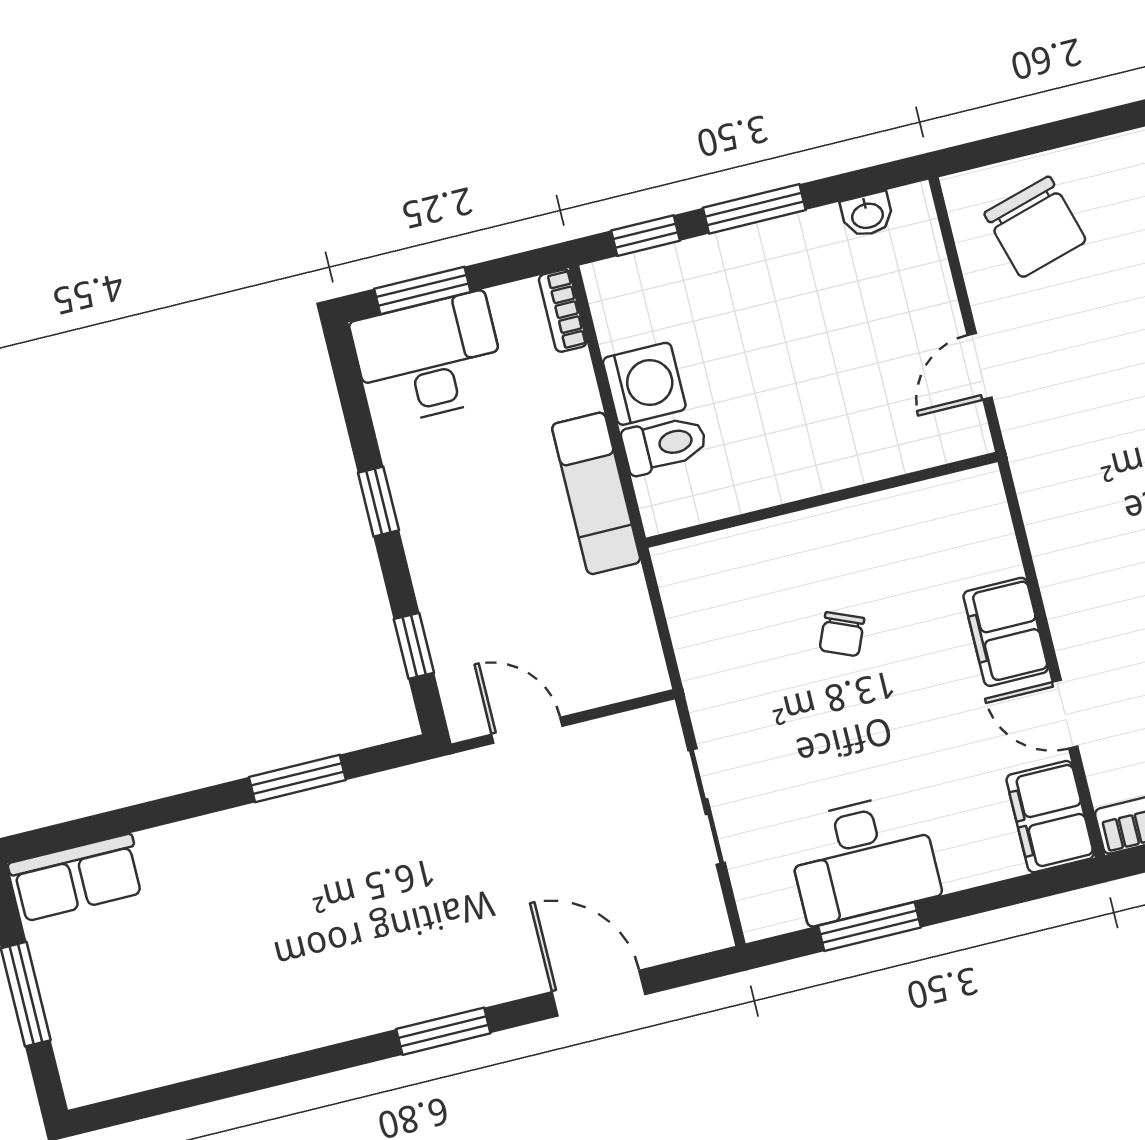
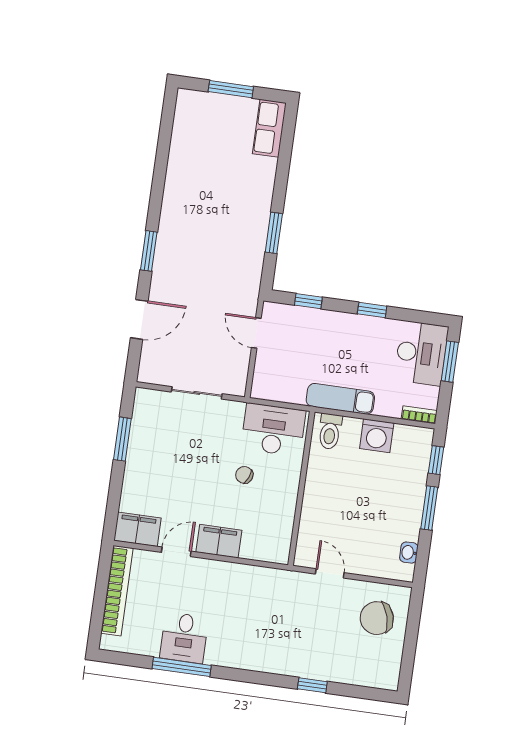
toilet: (665, 444) -> (330, 431), moved
door: (527, 730) -> (256, 333), swing flipped
desk: (863, 859) -> (273, 430), moved, turned 90

